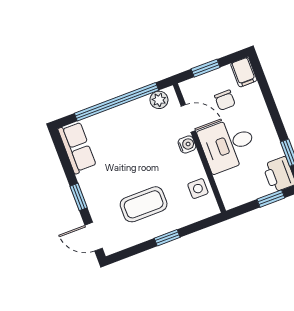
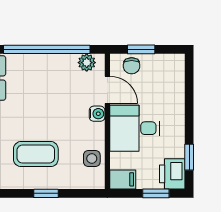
filing cabinet: (244, 72) -> (123, 179), moved, turned -90
chair: (225, 100) -> (132, 66), moved

